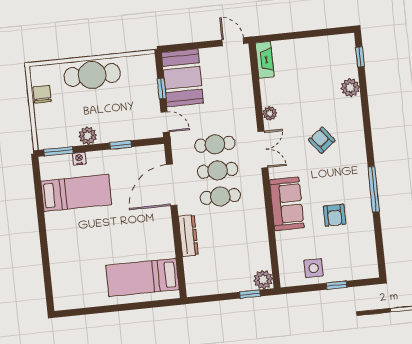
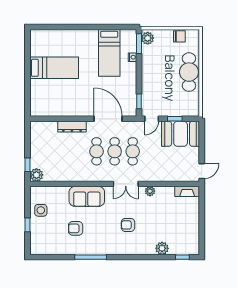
plant: (88, 136) -> (148, 38), moved
armchair: (322, 140) -> (128, 225), turned -142
window: (121, 145) -> (139, 101), moved
bed: (142, 277) -> (54, 68), moved, turned 90

